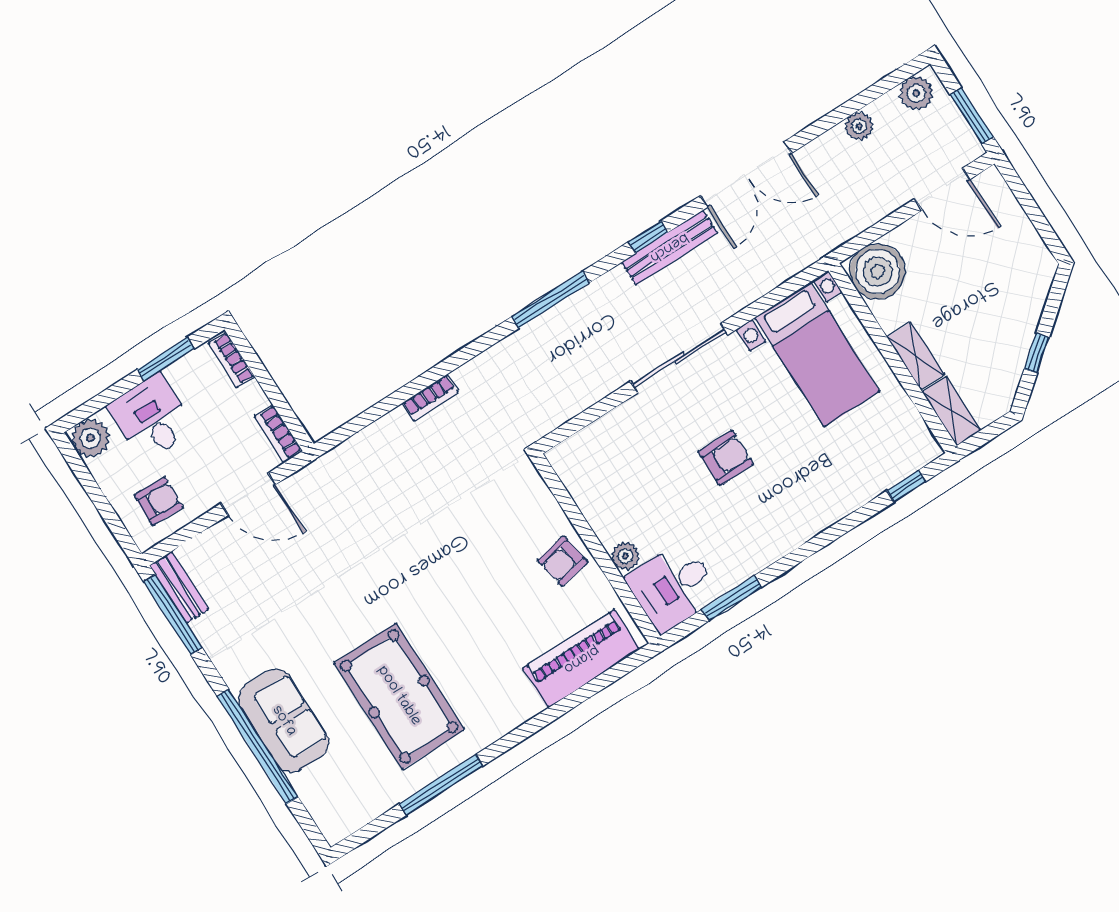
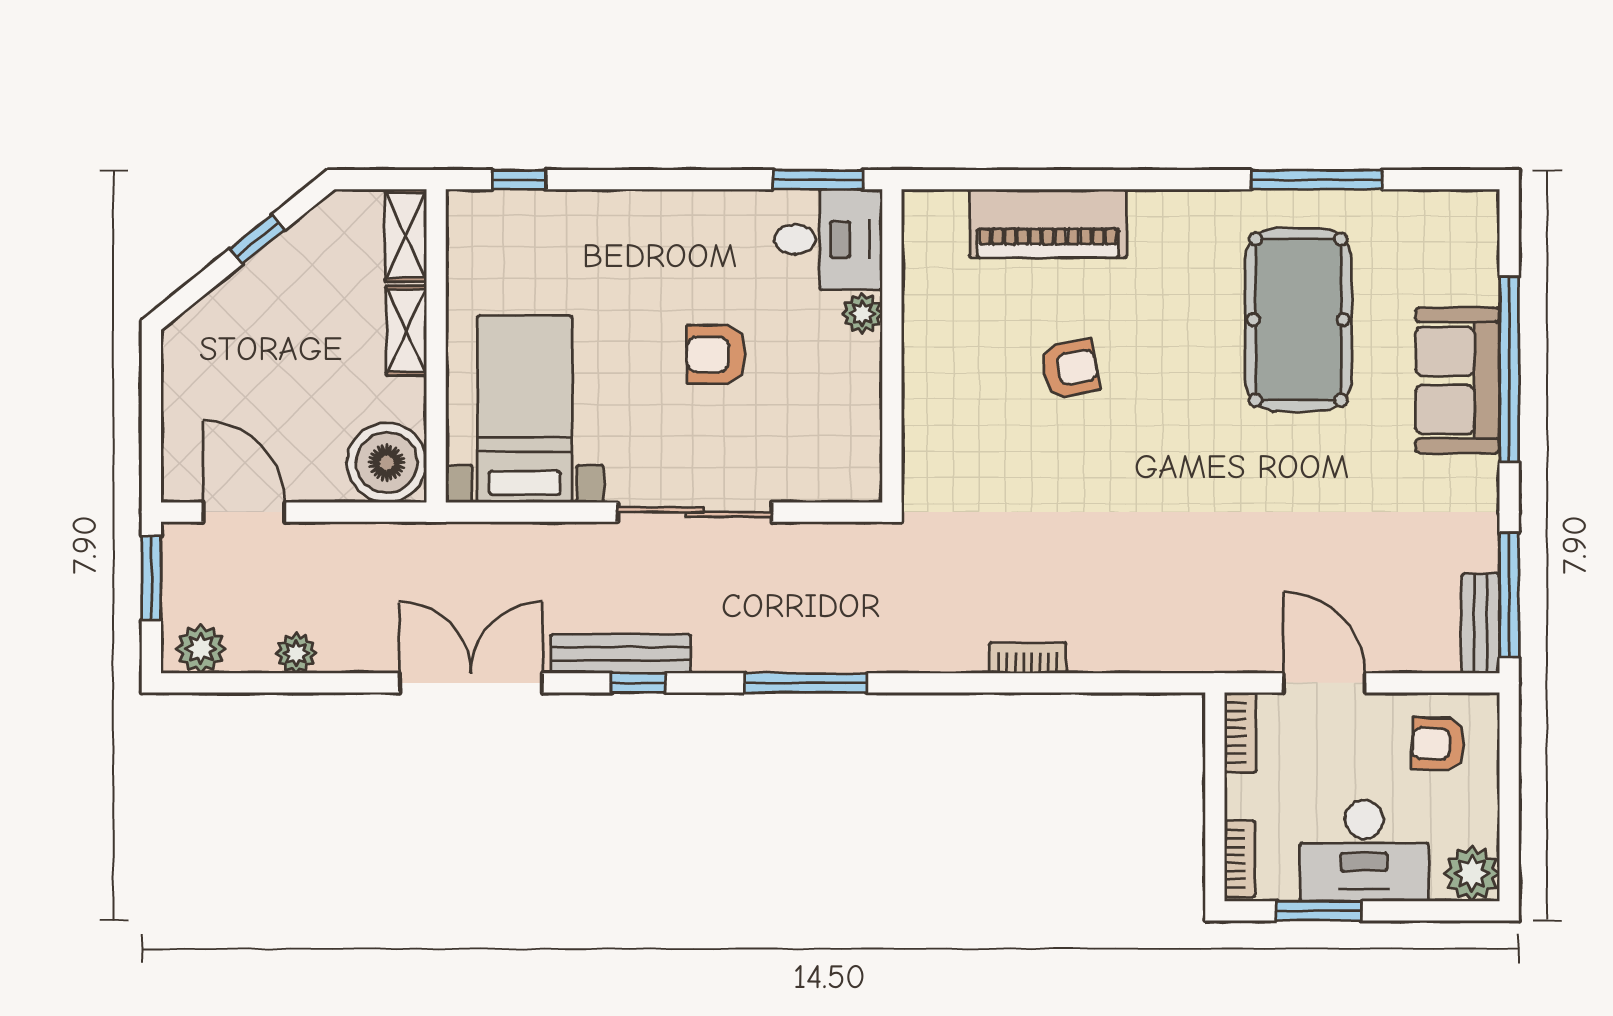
desk: (152, 418) -> (1364, 851), width x1.37
wall: (596, 548) -> (892, 346), moved
plant: (625, 556) -> (862, 314), moved
armchair: (563, 561) -> (1070, 368), moved
desk: (673, 587) -> (828, 239), moved

